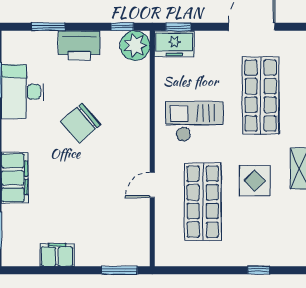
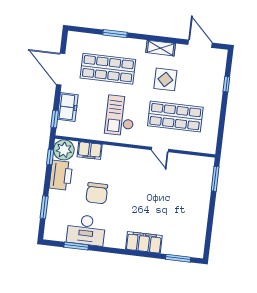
freezer: (174, 44) -> (68, 107), moved
printer: (79, 46) -> (61, 175), moved
chair: (80, 123) -> (97, 193), moved, turned 41
filing cabinet: (57, 255) -> (90, 151), moved, turned -90

